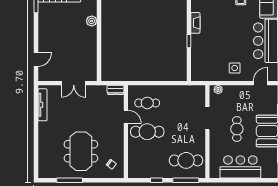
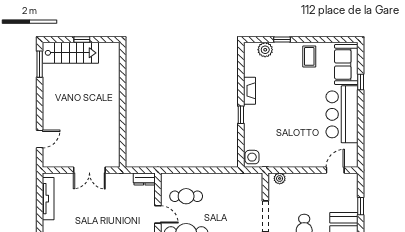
plant: (92, 21) -> (113, 88), removed
side table: (235, 68) -> (252, 157), moved

